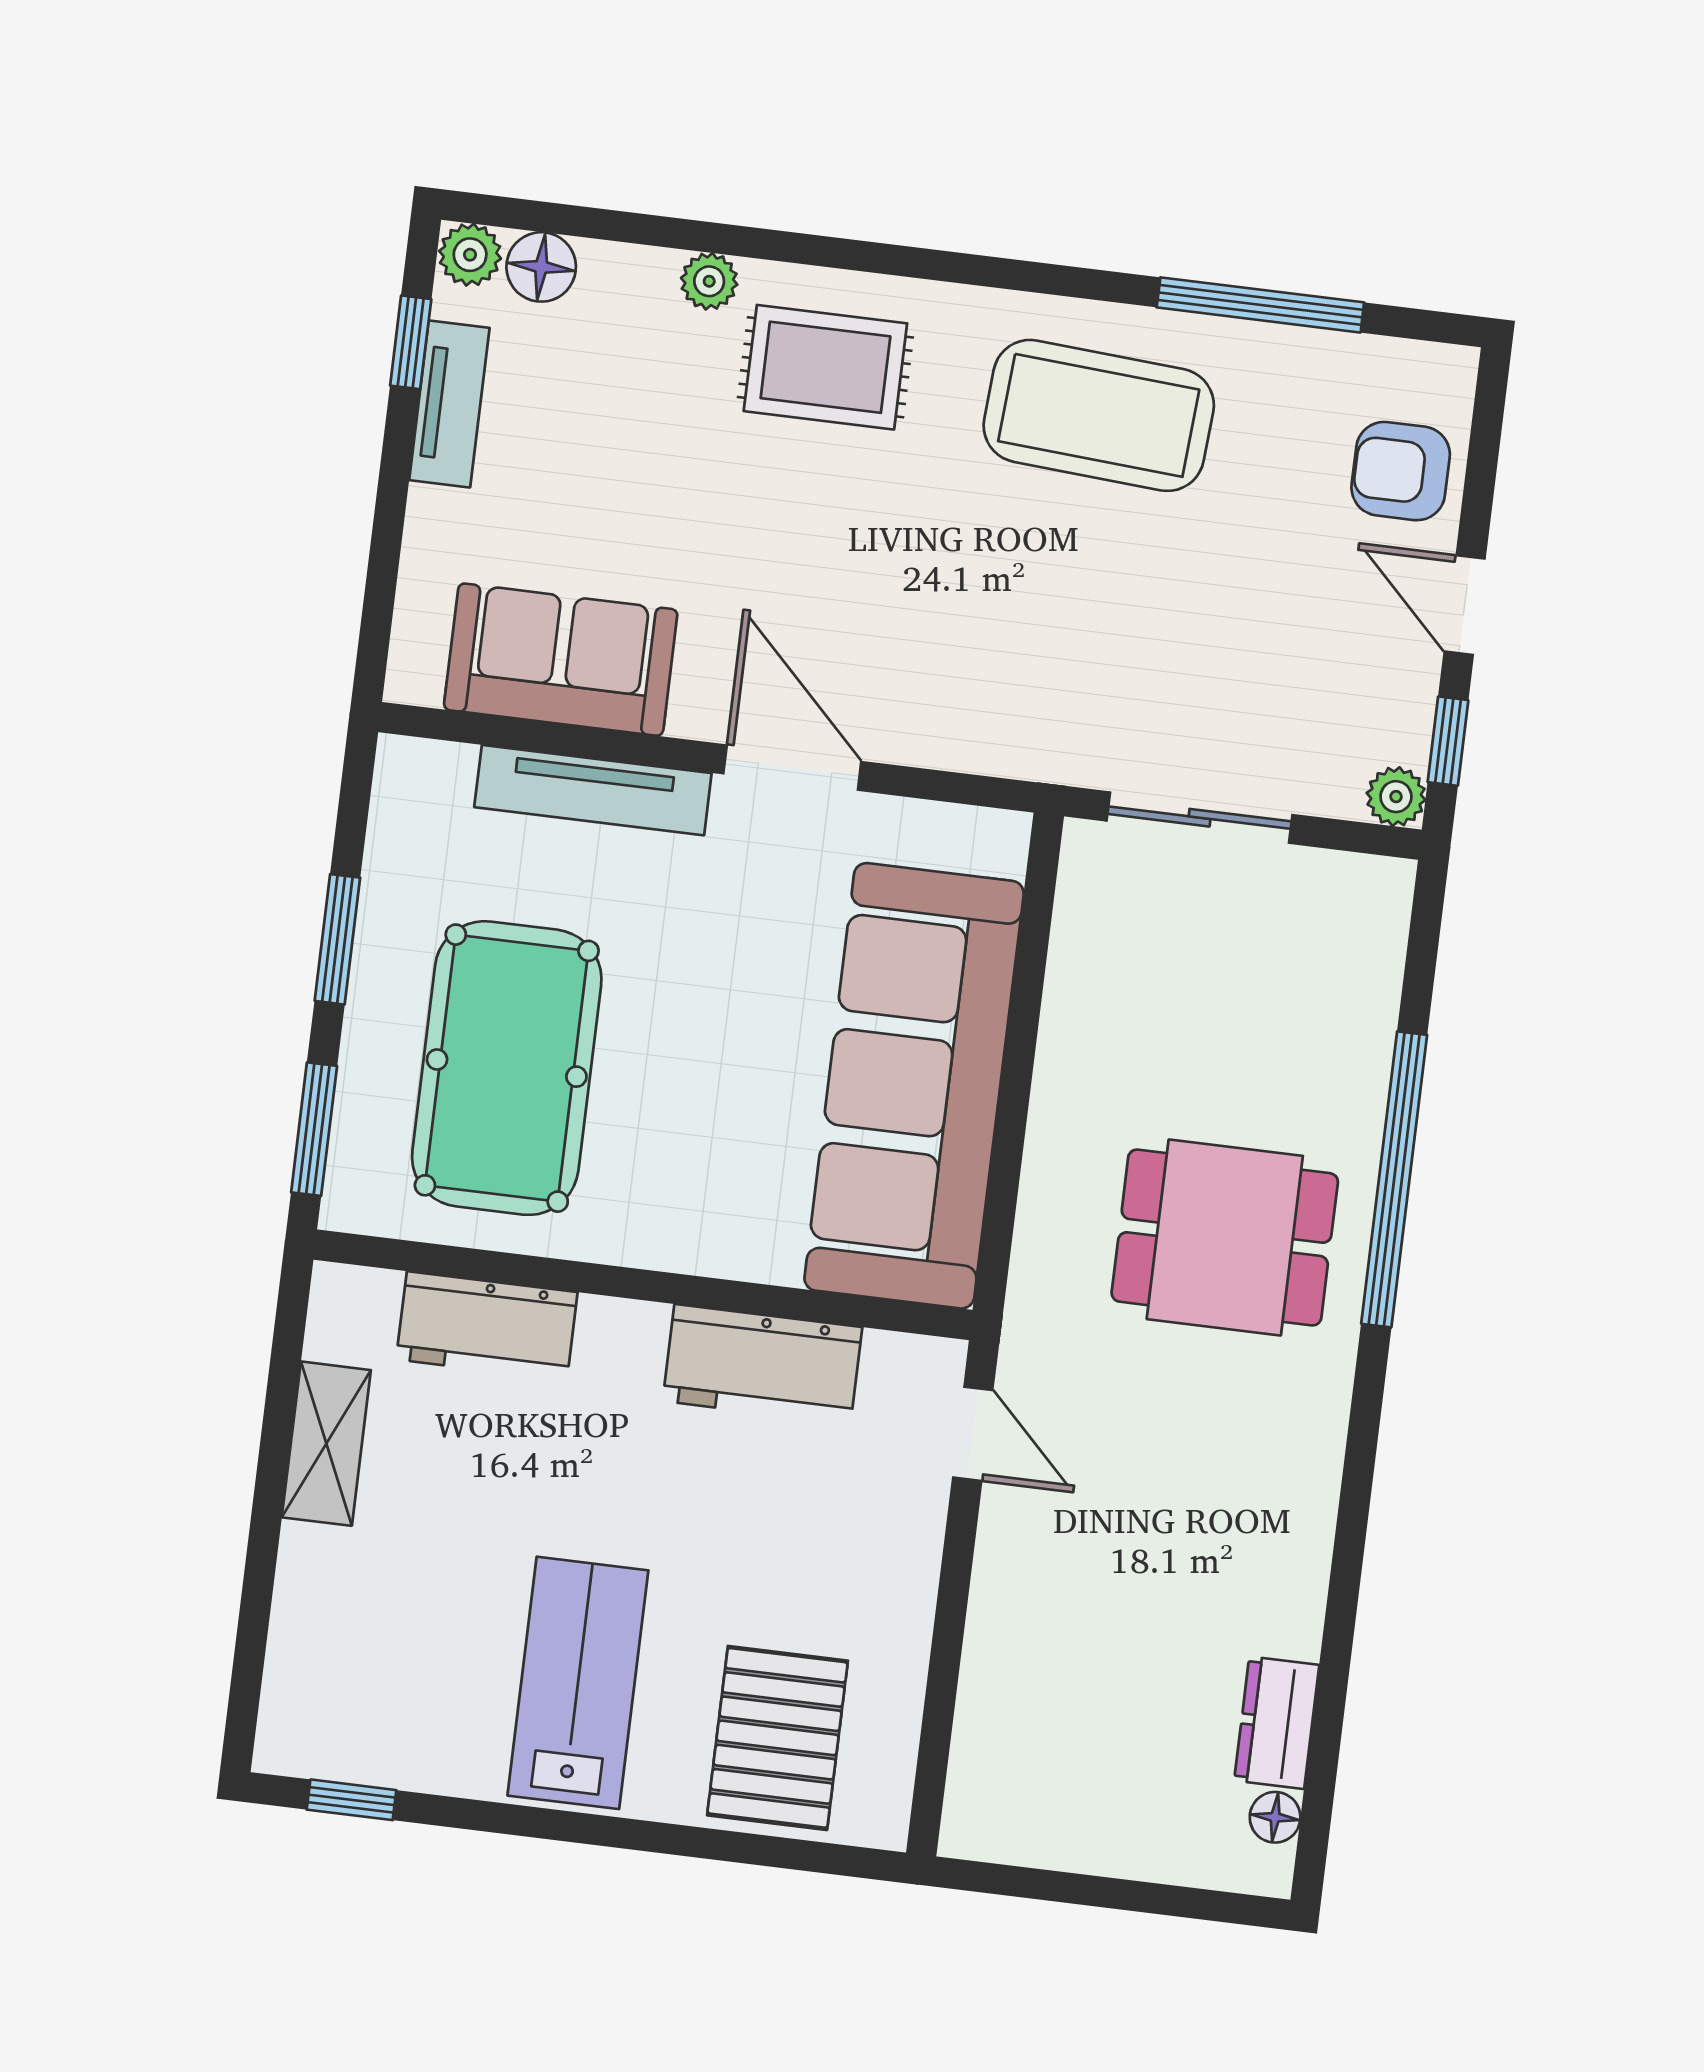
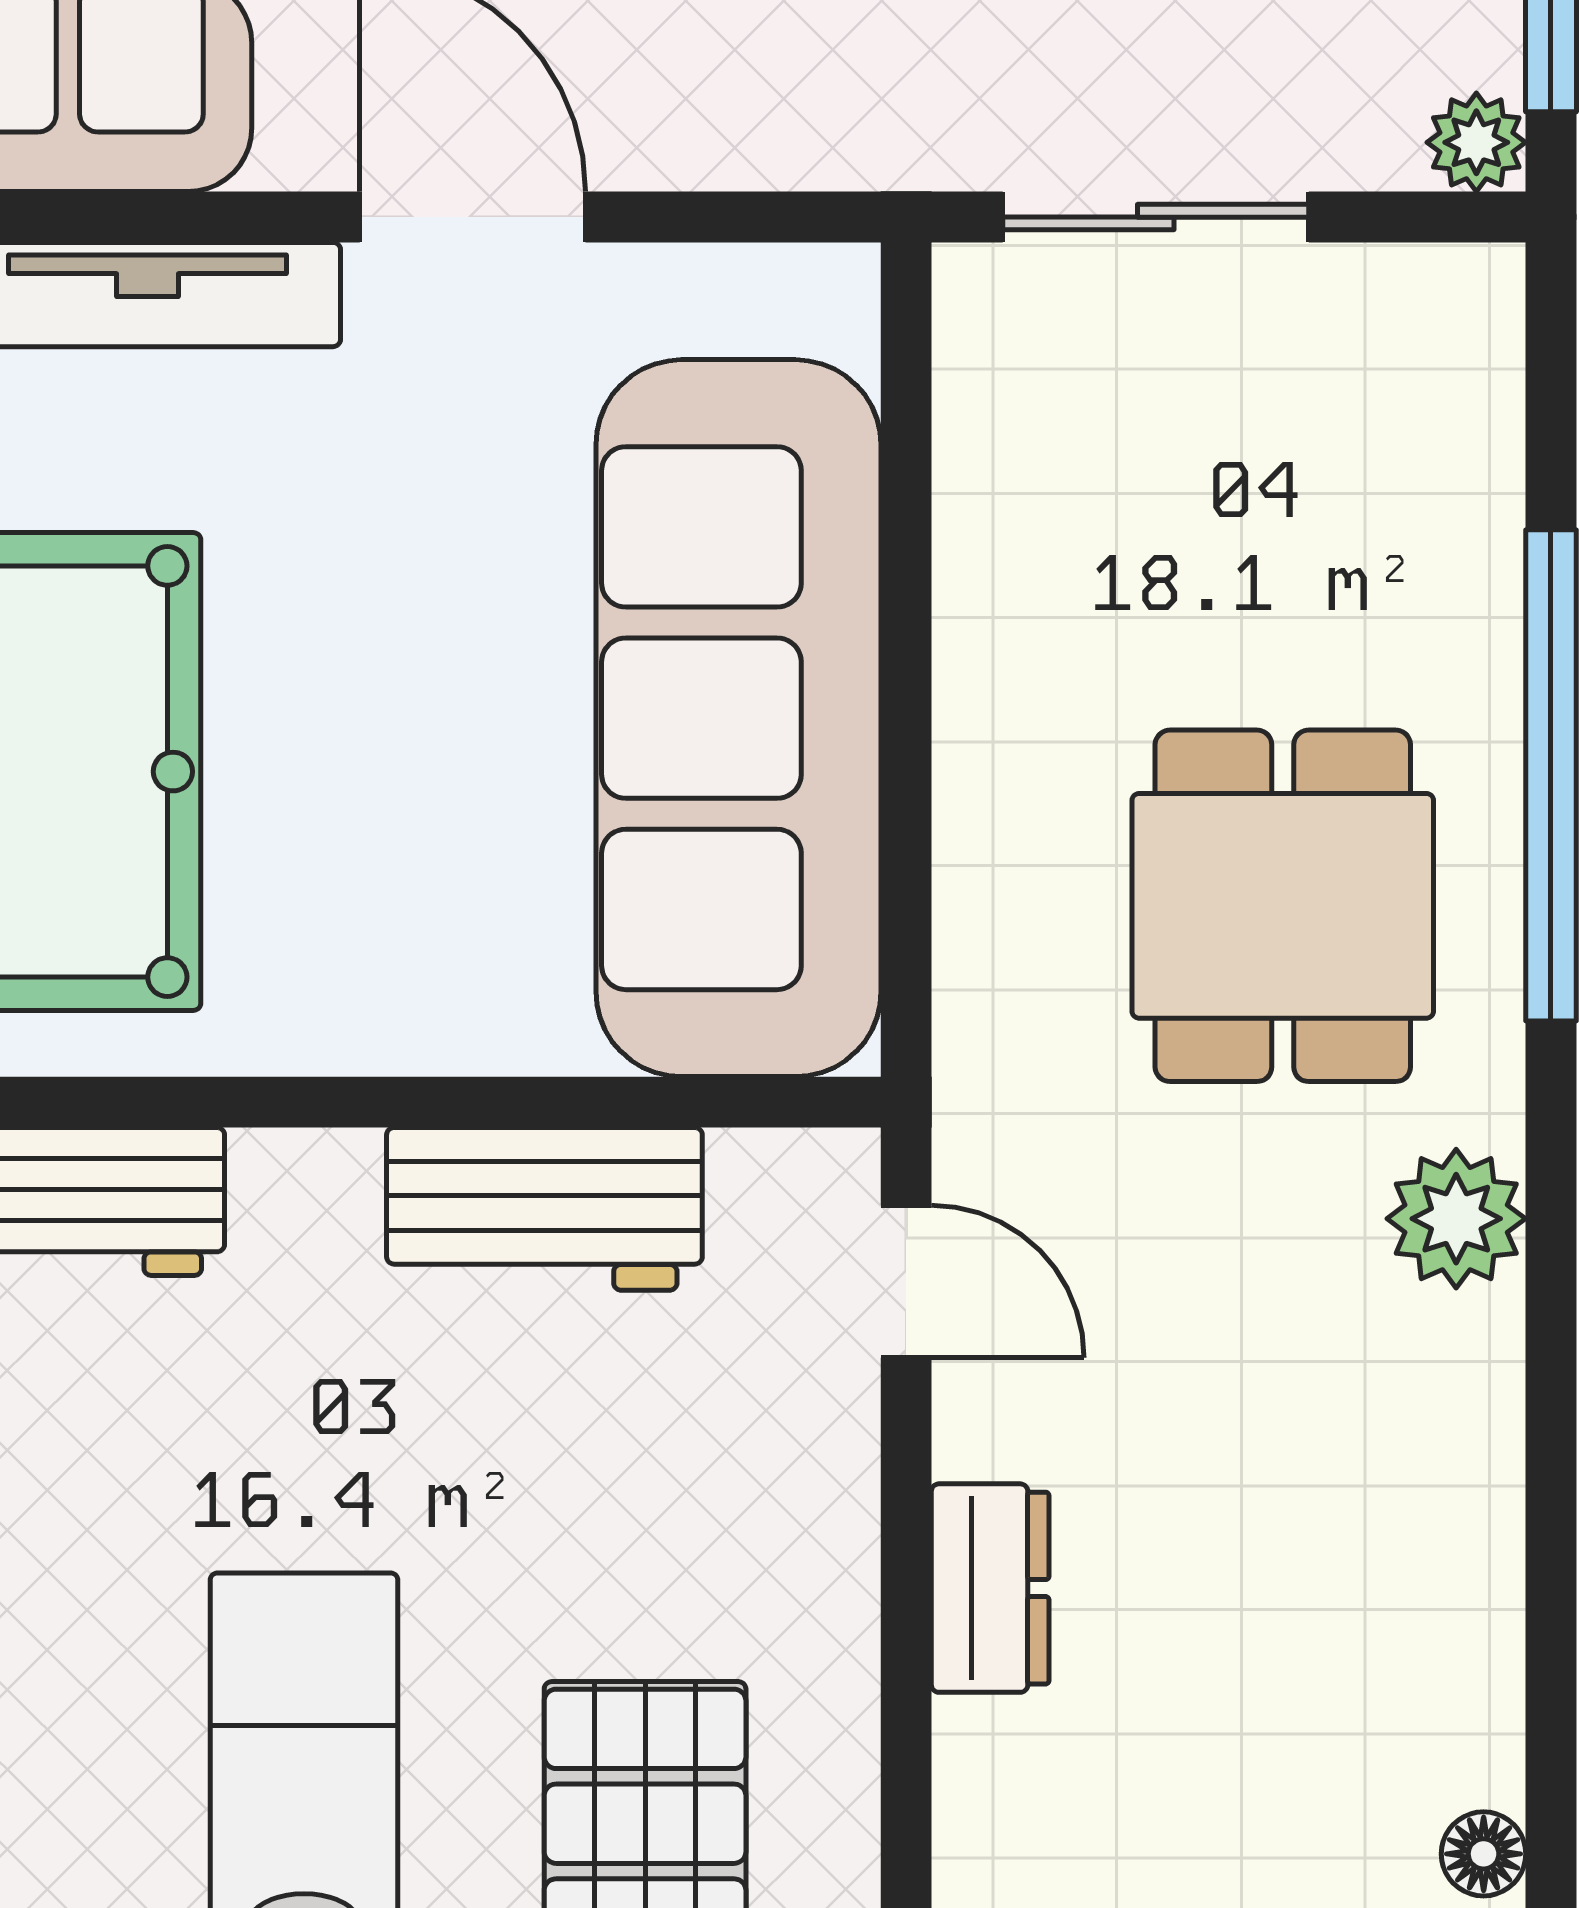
dining table: (1225, 1237) -> (1283, 906), turned 90
plant: (1305, 1437) -> (1456, 1219), added
dresser: (1277, 1723) -> (990, 1588), moved, turned 180

